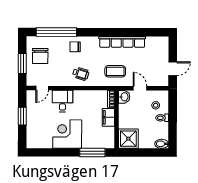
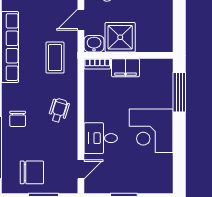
door: (42, 88) -> (81, 169), hinge flipped
shower: (128, 139) -> (120, 37), moved

